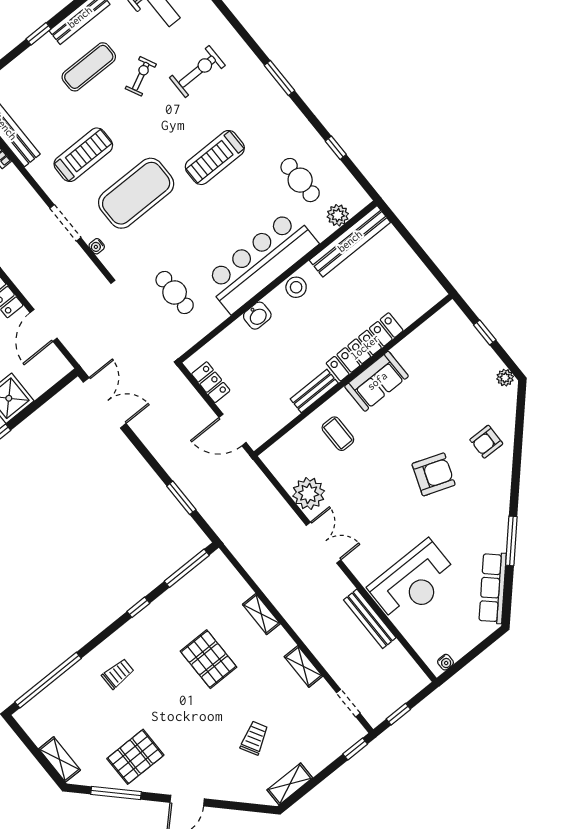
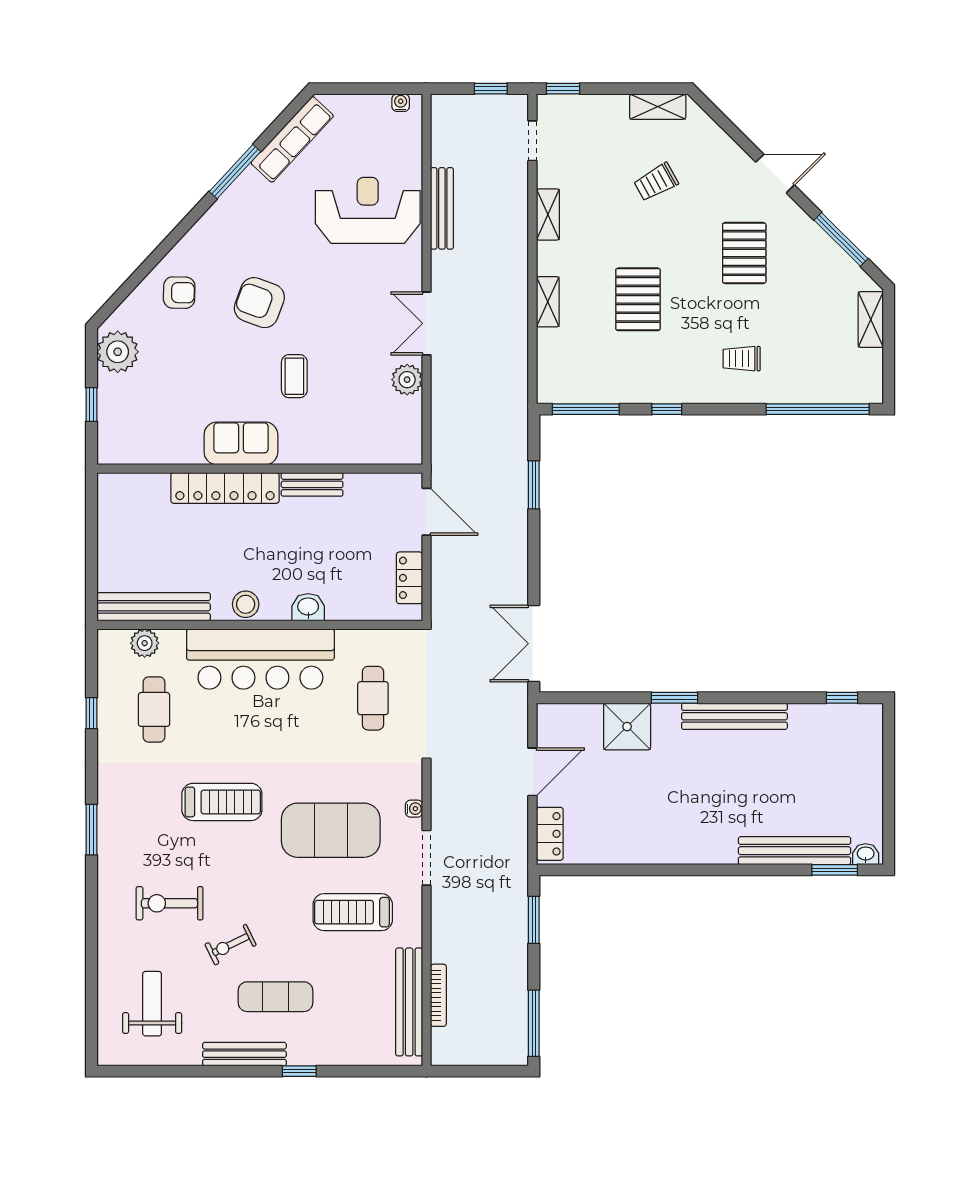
plant: (505, 378) -> (118, 352), width x1.87, depth x1.87
coffee table: (338, 434) -> (294, 376), moved
plant: (309, 494) -> (407, 380), width x0.73, depth x0.73
pallet: (135, 757) -> (744, 253), moved, turned 90

